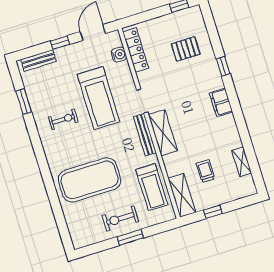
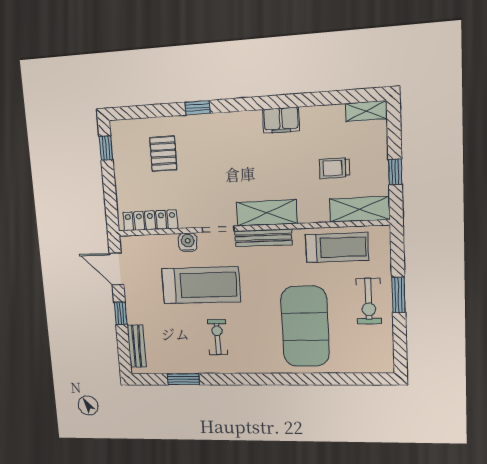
water cooler: (119, 55) -> (188, 242), moved
filing cabinet: (221, 102) -> (281, 120), moved
shelving: (242, 162) -> (366, 111), moved

